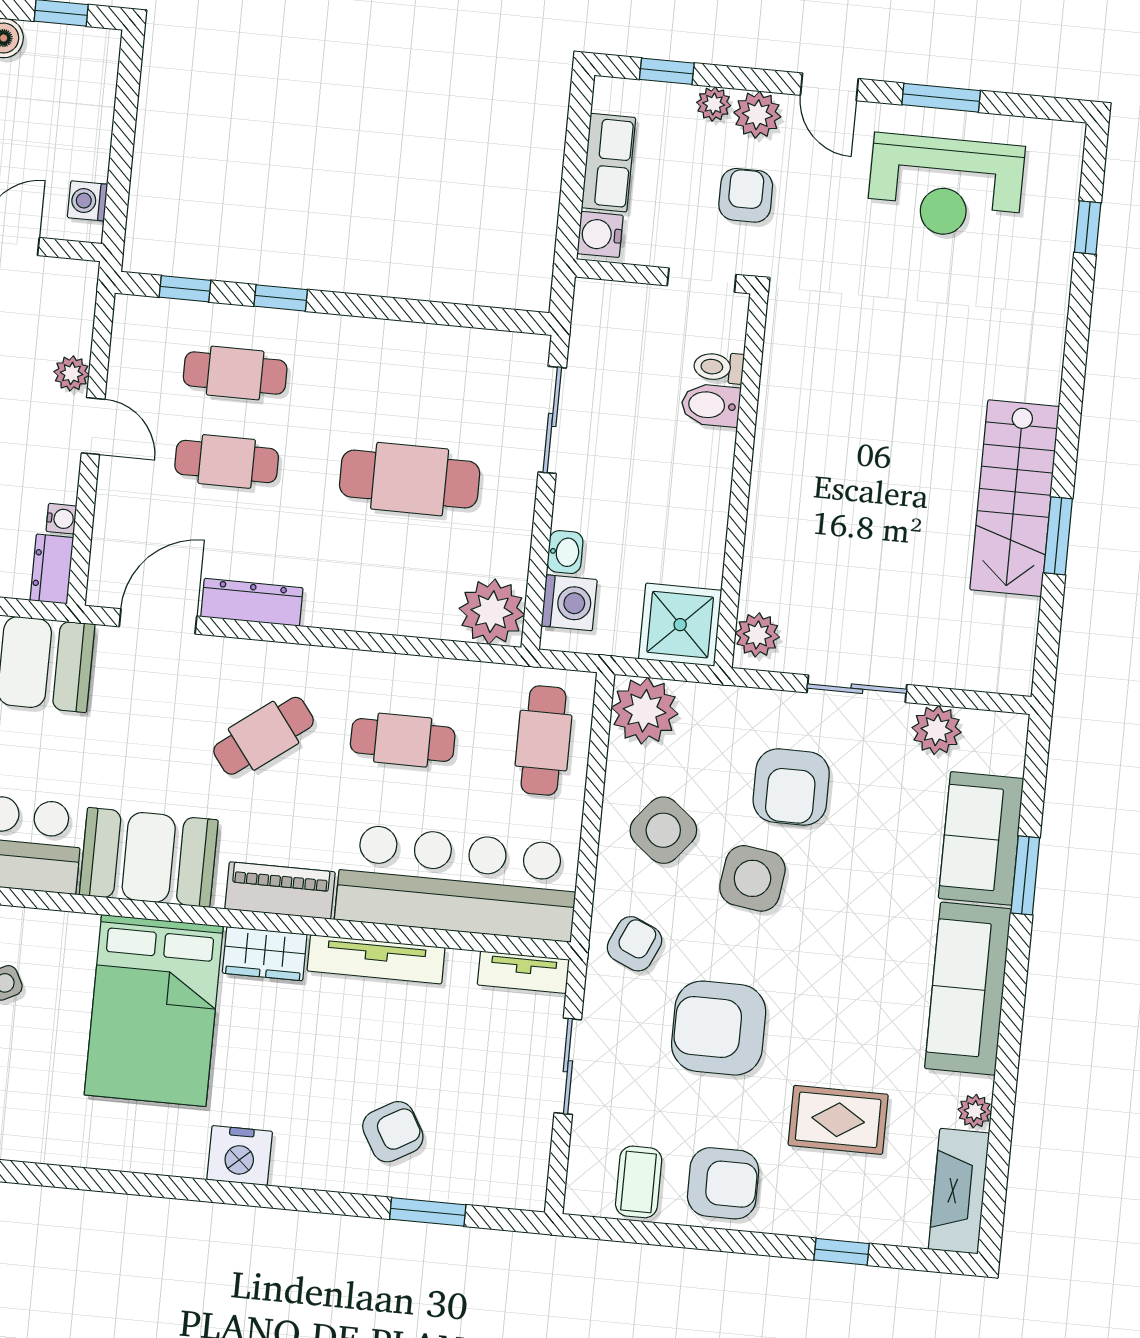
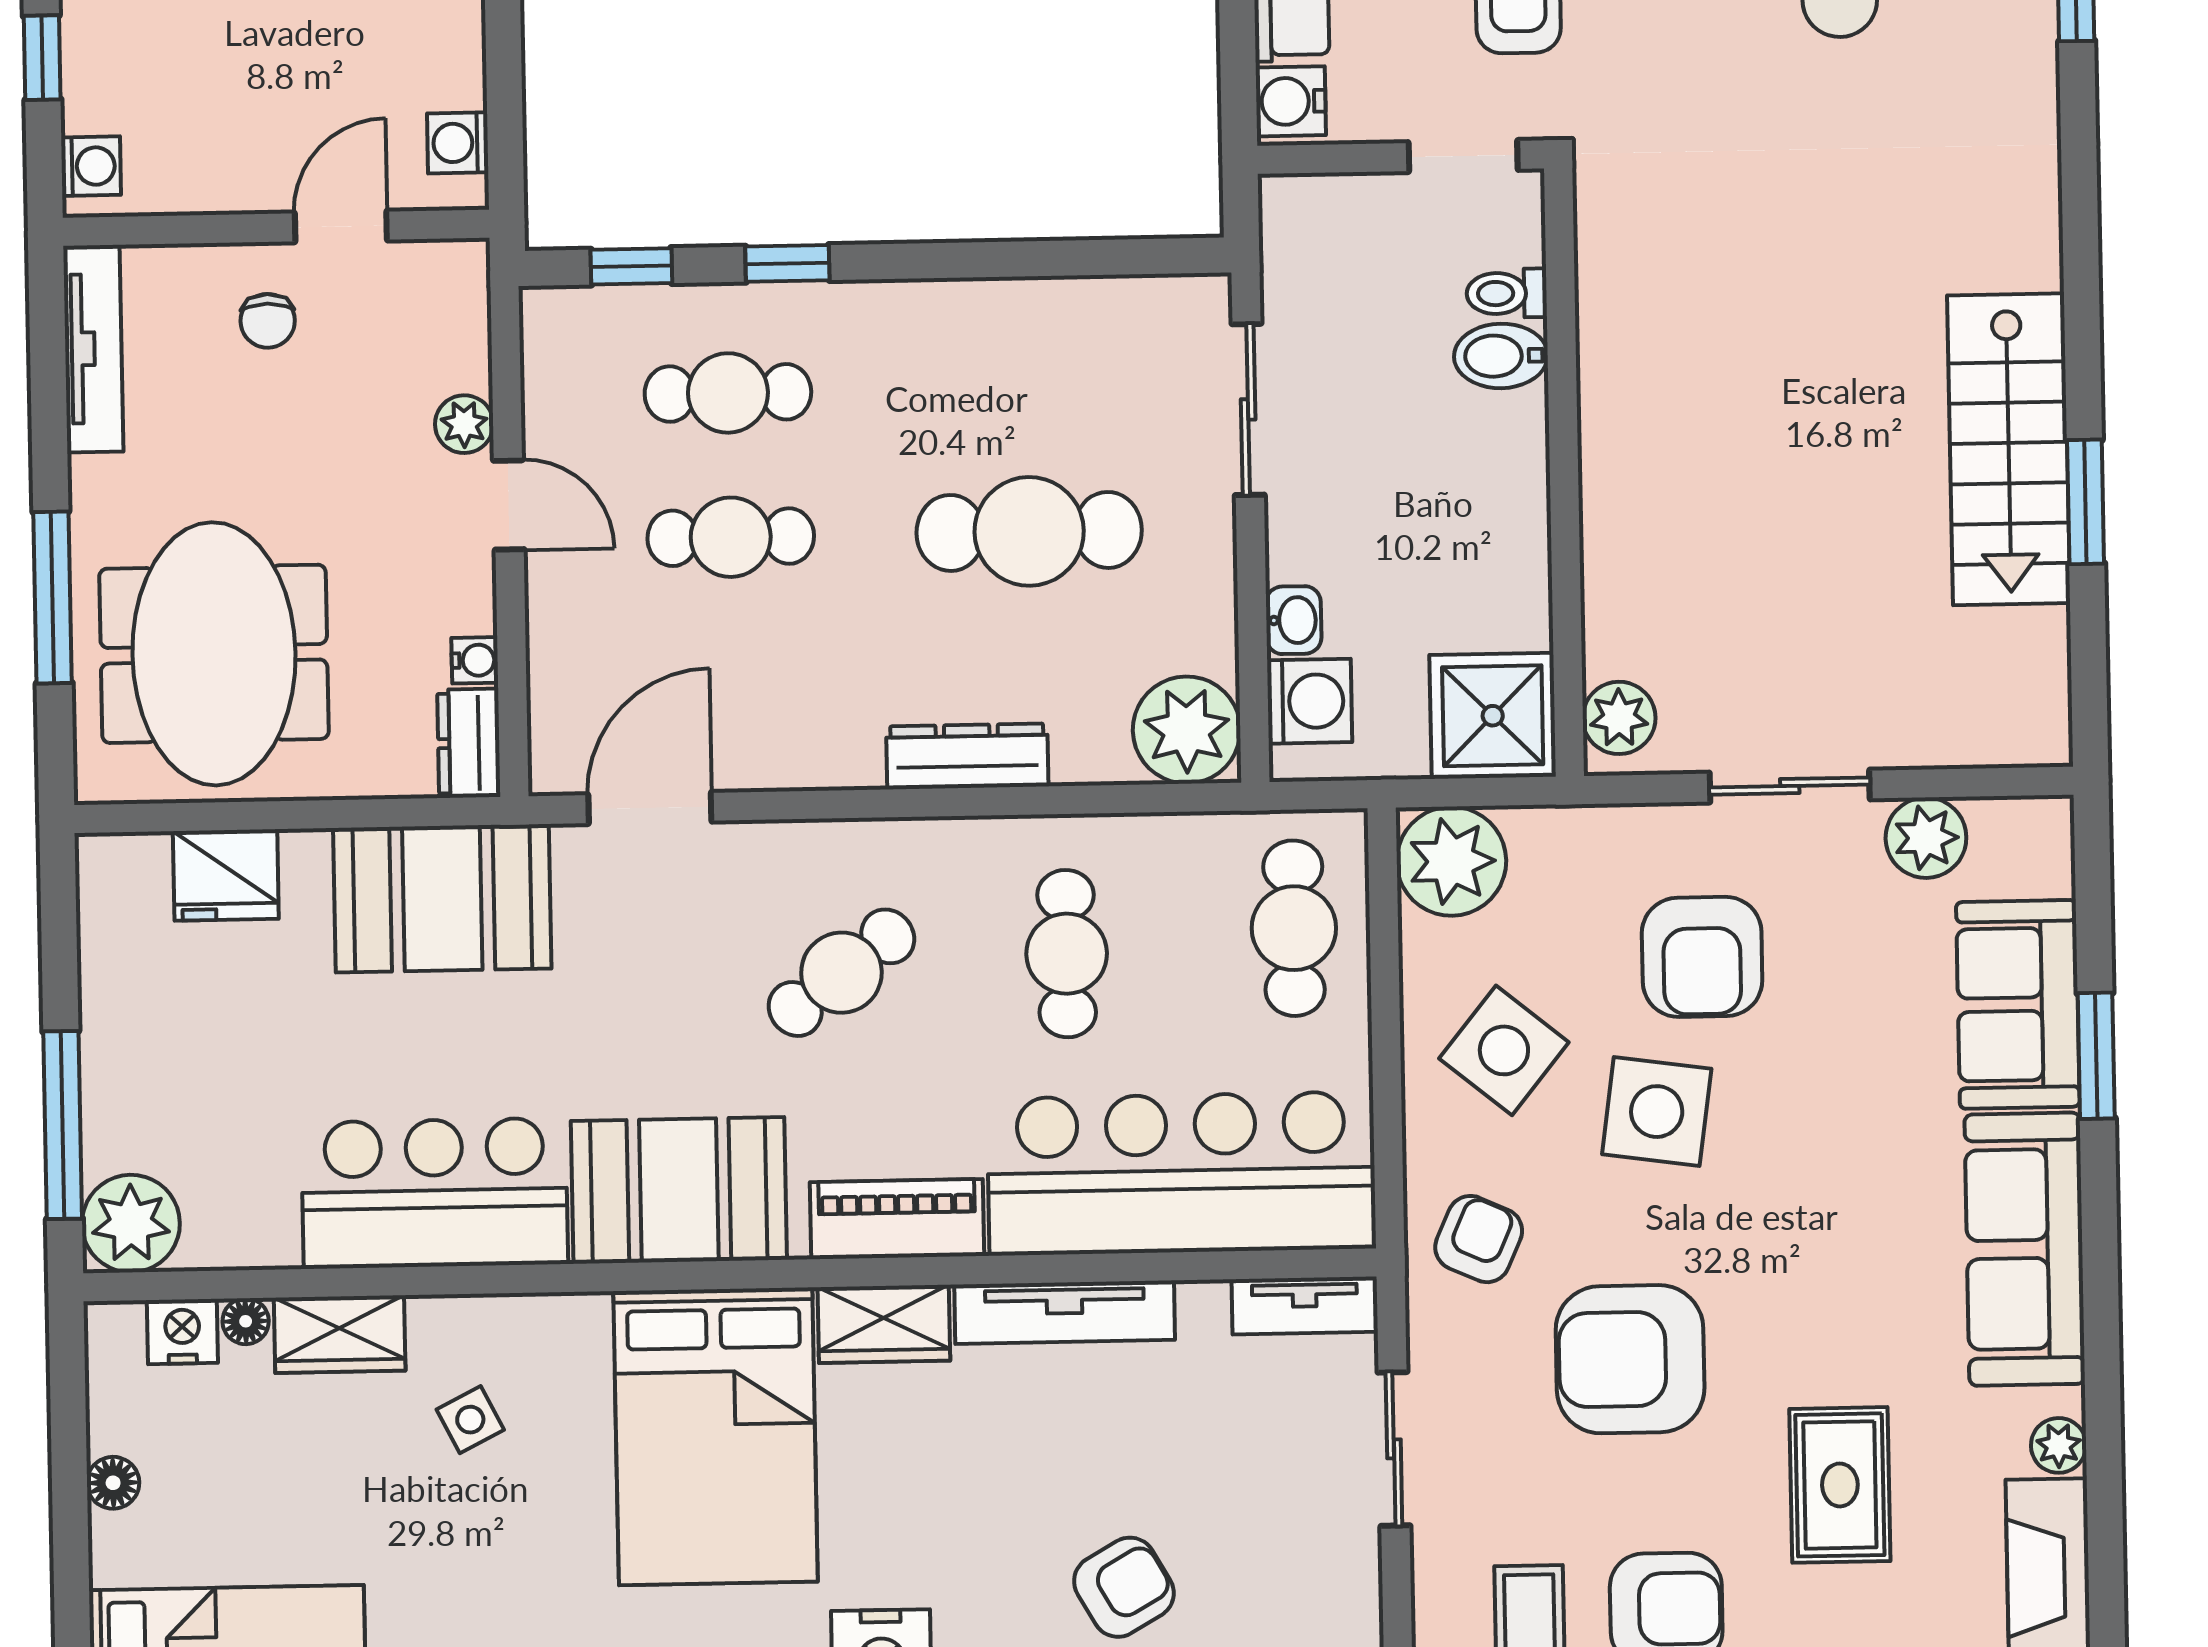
dresser: (252, 602) -> (967, 756), moved
cafe table: (403, 740) -> (1067, 954), turned 90
rug: (838, 1120) -> (1840, 1485), turned 90

